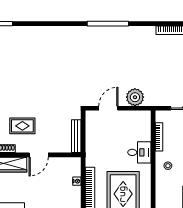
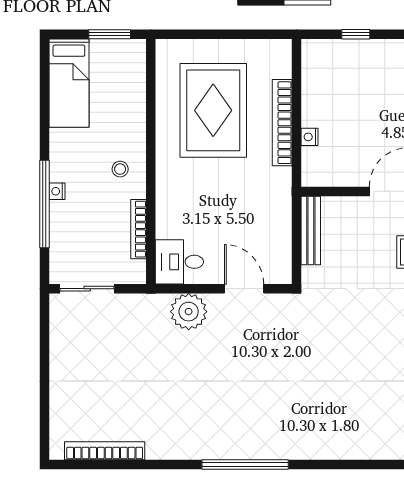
door: (108, 108) -> (244, 289), swing flipped
desk: (139, 152) -> (179, 262), moved

